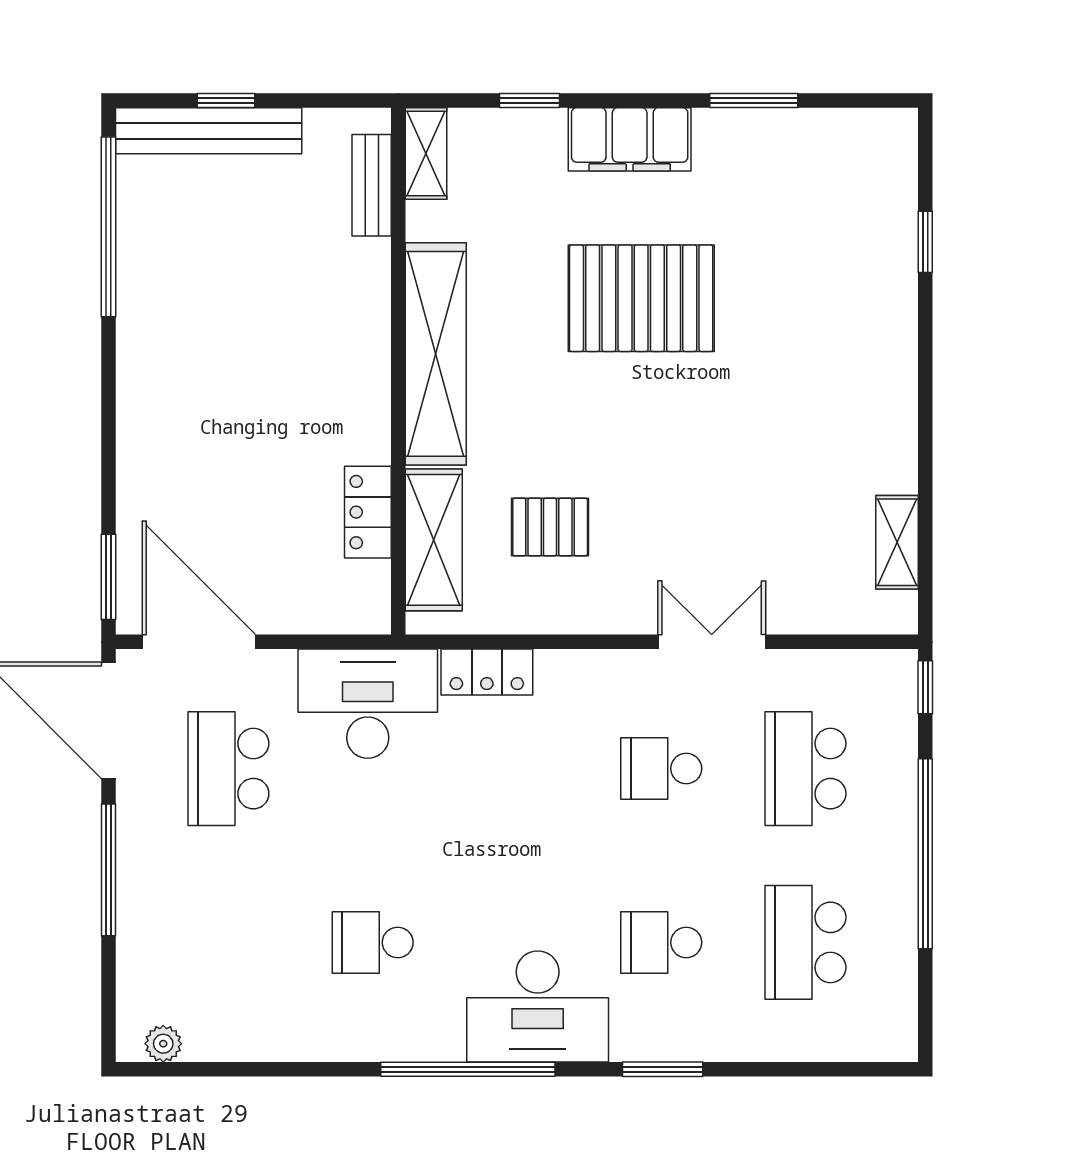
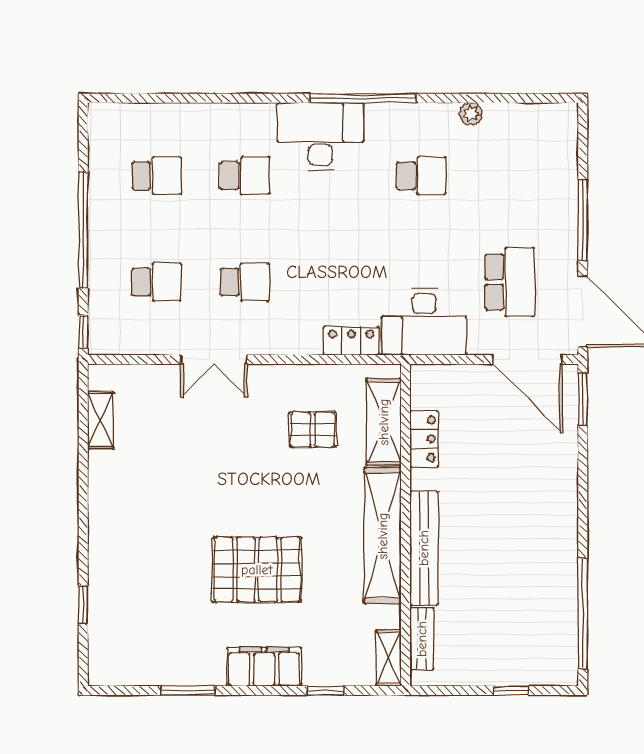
bench: (209, 131) -> (424, 548), moved, turned 90
school desk: (805, 769) -> (156, 282), width x0.54
school desk: (805, 942) -> (156, 176), width x0.54
plant: (163, 1044) -> (471, 114), moved
window: (663, 1069) -> (244, 98), removed

